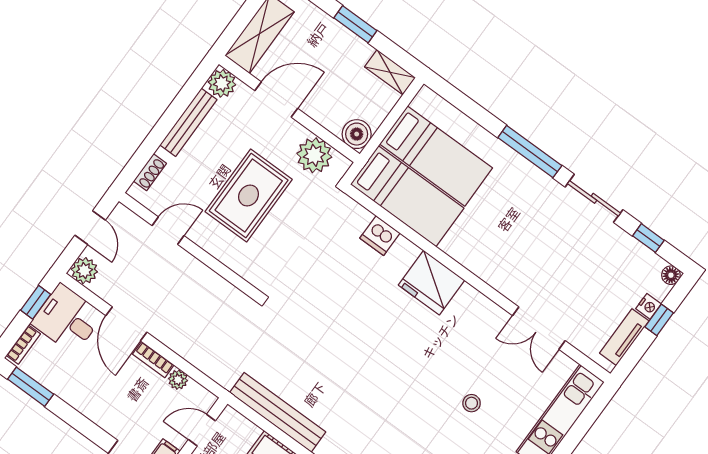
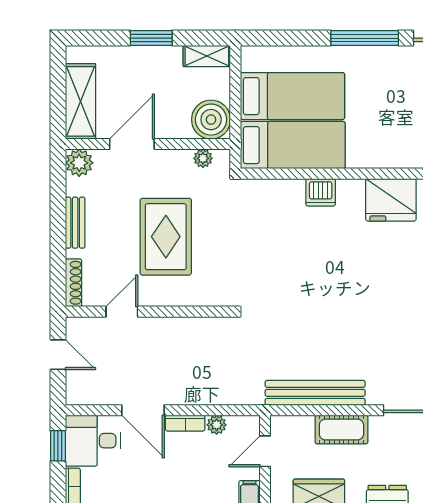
bench: (188, 122) -> (75, 223), width x0.73
boiler: (357, 134) -> (211, 120), width x1.37, depth x1.37
plant: (314, 155) -> (203, 158), width x0.53, depth x0.53
shoe rack: (150, 172) -> (73, 283), width x1.43
dishwasher: (380, 236) -> (321, 192), moved
plant: (84, 271) -> (78, 392), removed
fridge: (431, 283) -> (391, 200), moved

